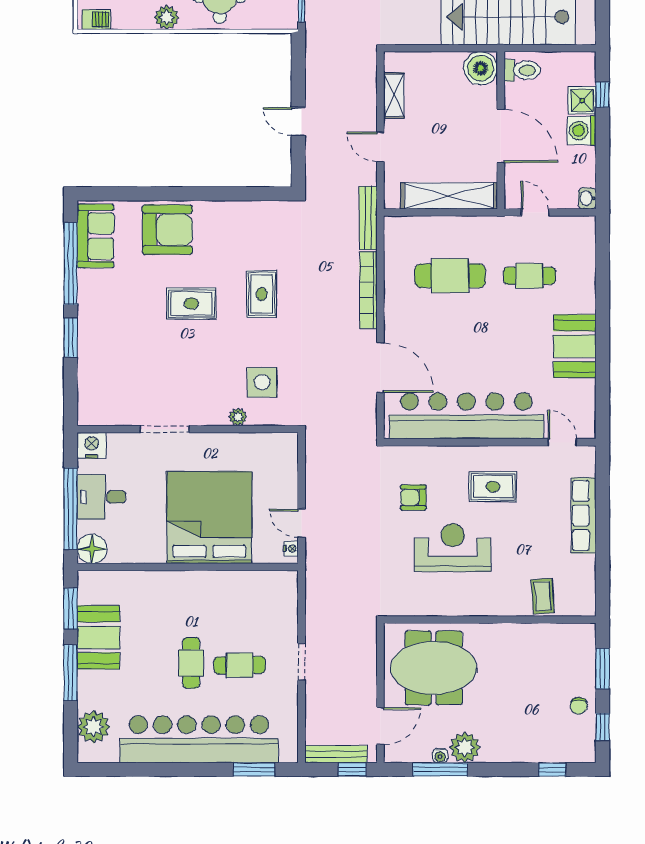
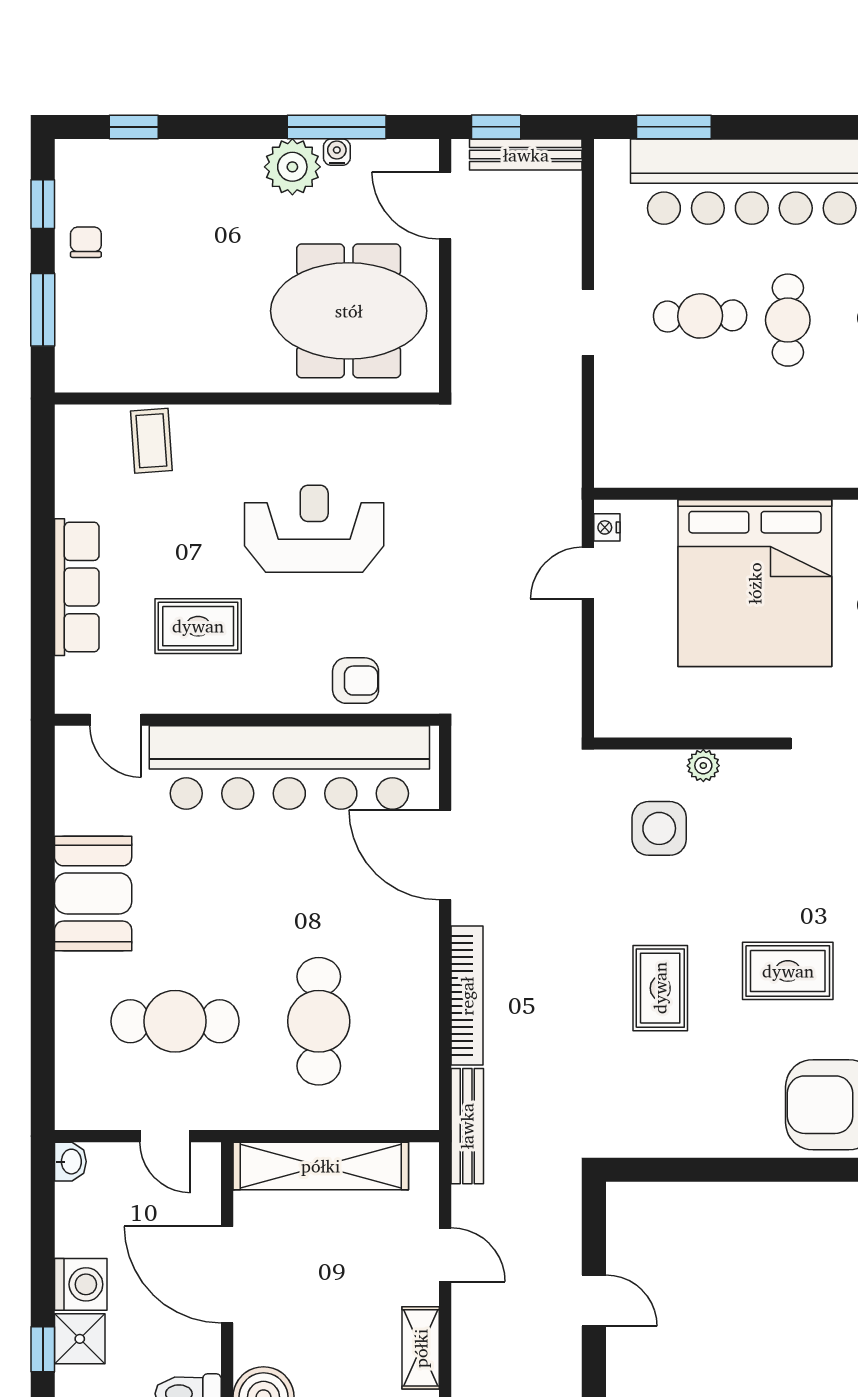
cafe table: (450, 276) -> (319, 1021), turned 90
cafe table: (529, 276) -> (175, 1021), width x1.37, depth x1.35
rug: (493, 487) -> (198, 626), moved
armchair: (413, 497) -> (356, 681), moved
door: (302, 523) -> (588, 573), swing flipped
reception desk: (453, 548) -> (314, 529), turned 180
door: (380, 726) -> (445, 206), hinge flipped

